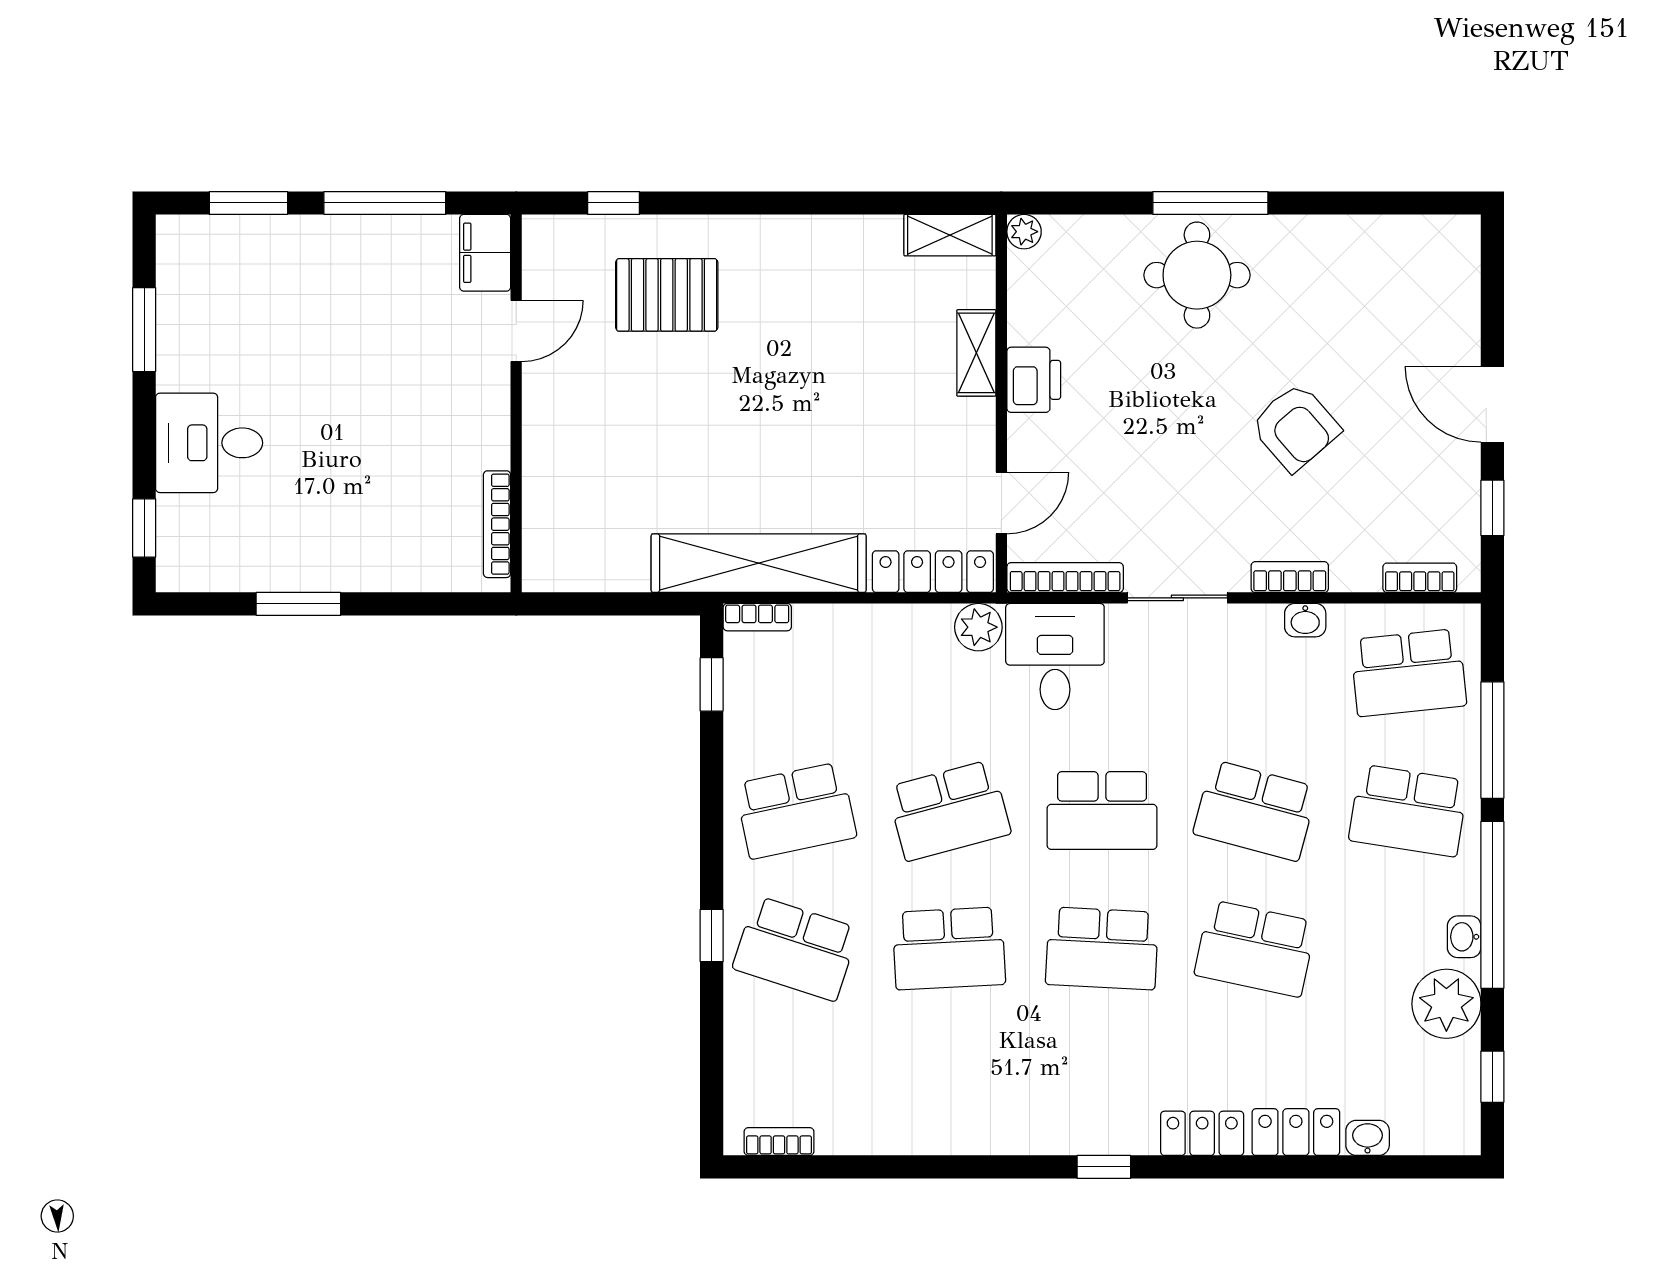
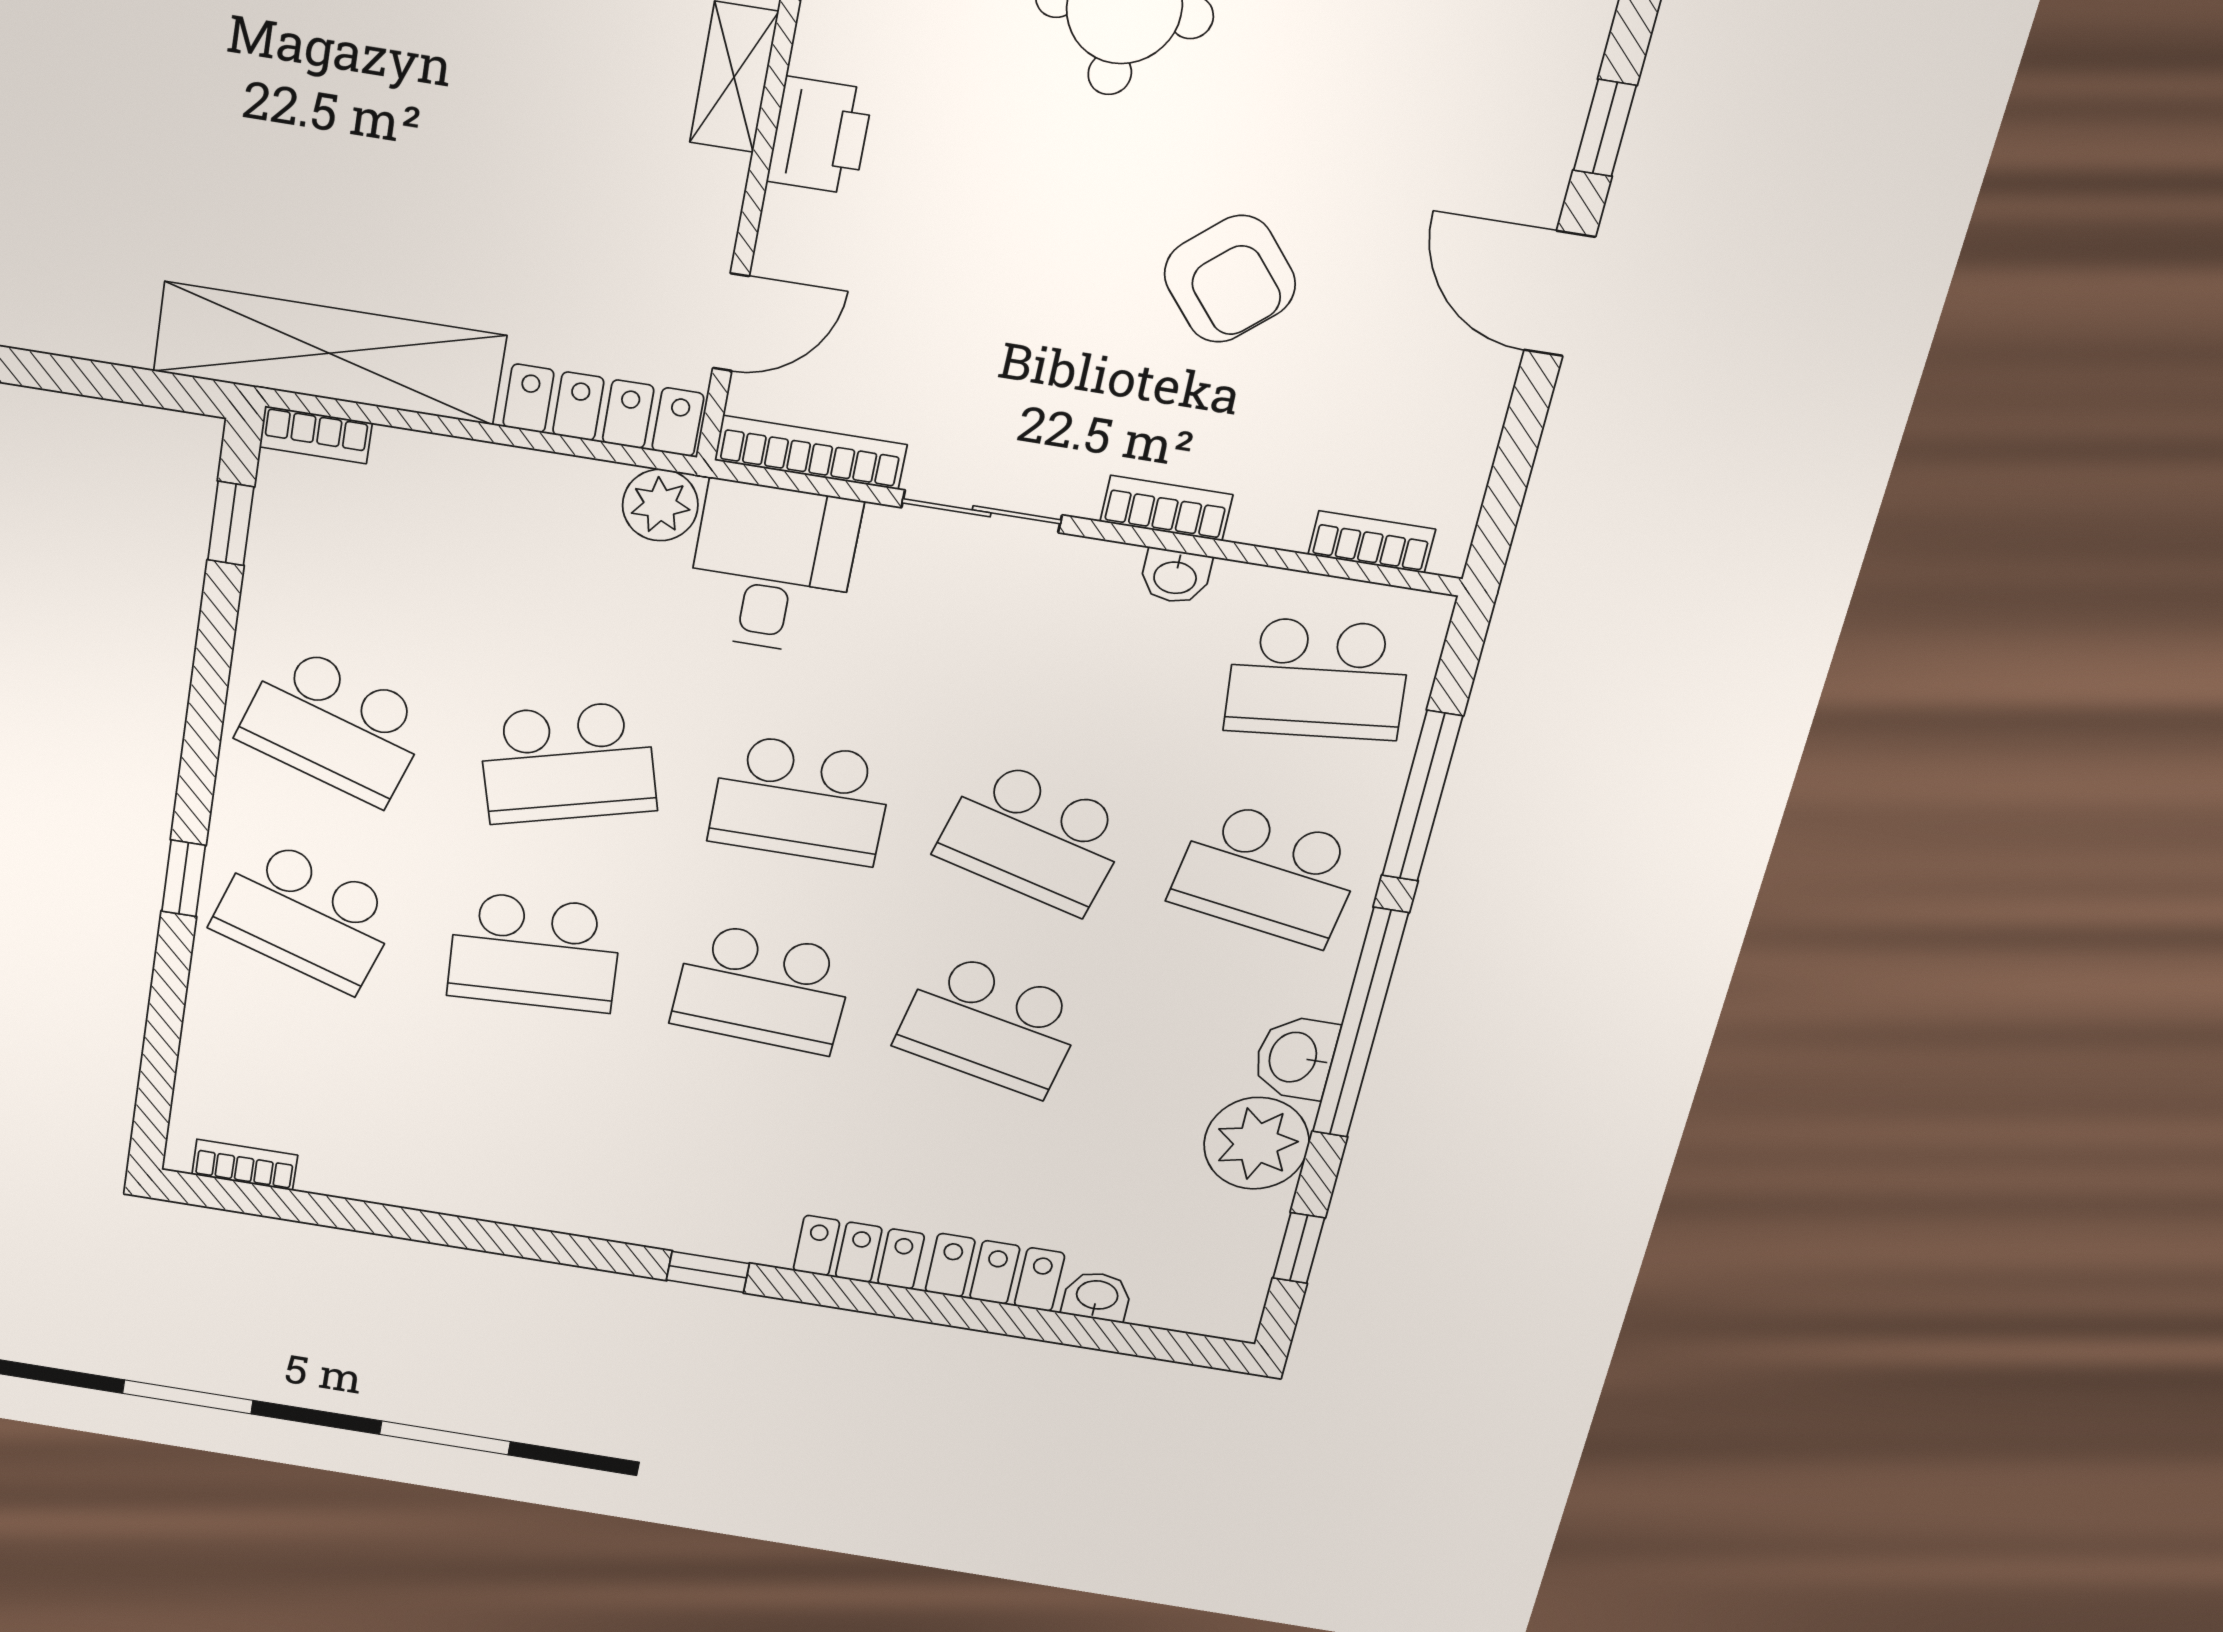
window: (1492, 508) -> (1605, 128), moved
school desk: (796, 811) -> (334, 726), turned 30
washbasin: (1464, 937) -> (1295, 1057), width x1.38, depth x1.45

